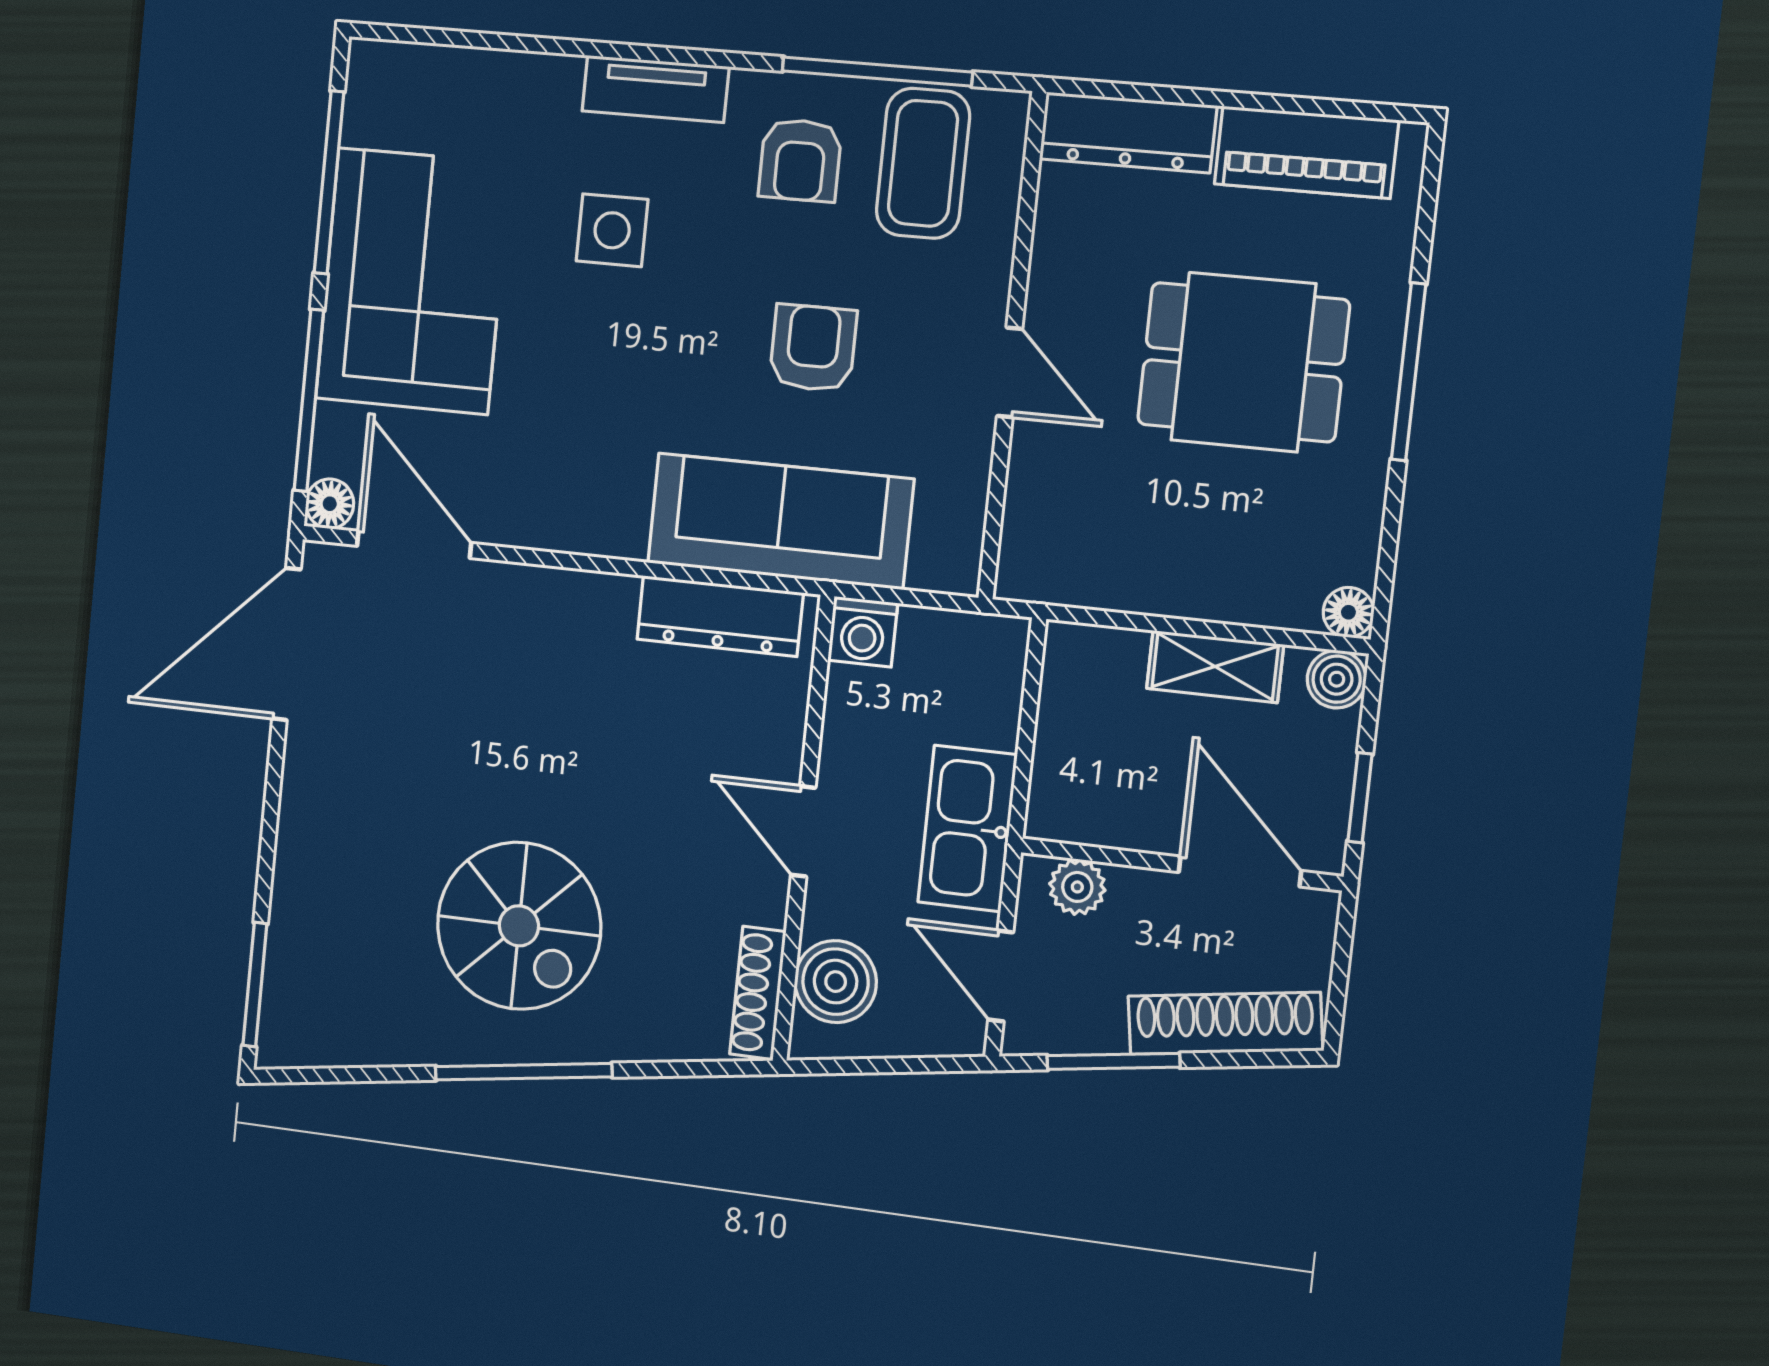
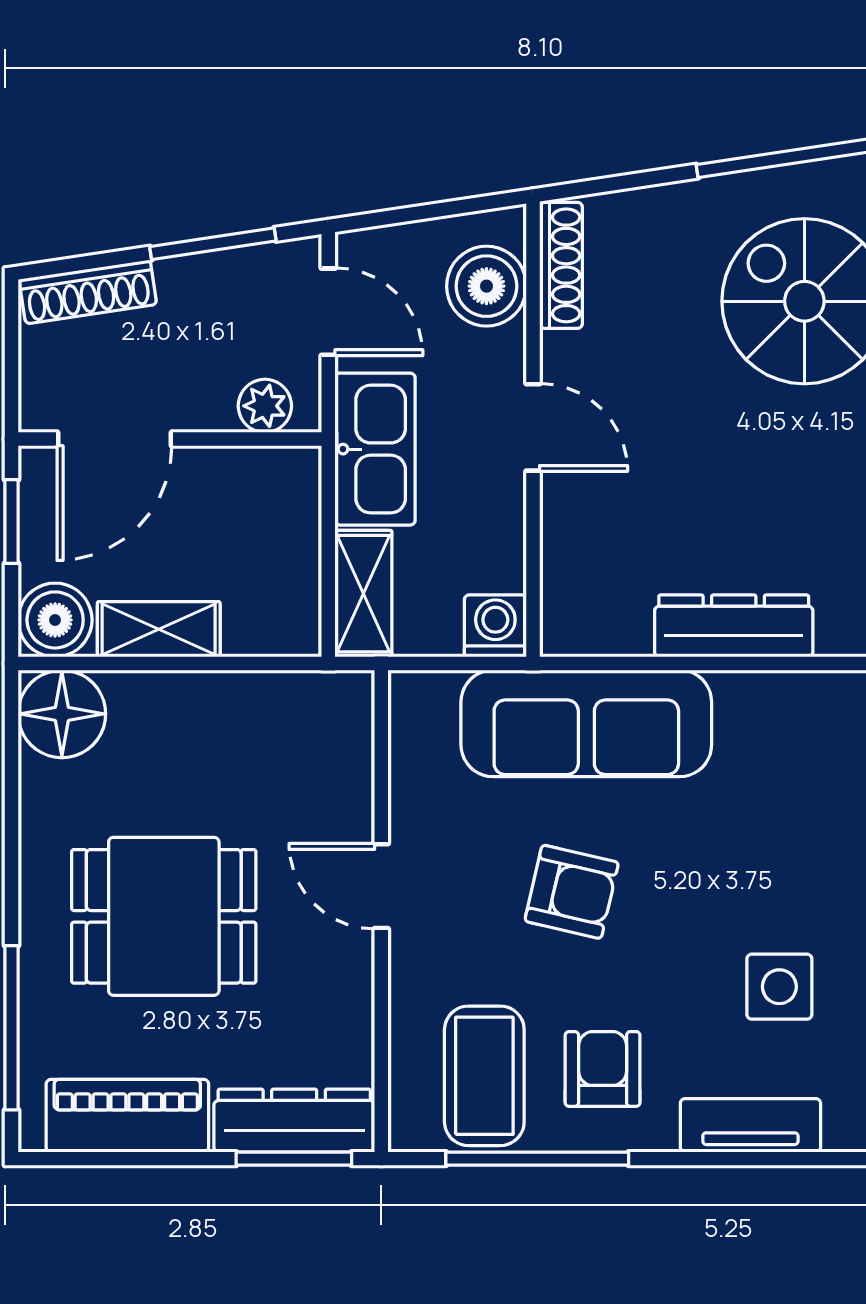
window: (1132, 92) -> (294, 1159), added
armchair: (813, 348) -> (572, 892), turned -77
window: (1409, 372) -> (11, 1028), moved
floor lamp: (1348, 612) -> (62, 714), width x1.89, depth x1.89
dresser: (720, 616) -> (734, 626), moved
boiler: (1337, 679) -> (55, 620), width x1.36, depth x1.36
shelving: (995, 680) -> (363, 594), added
door: (1240, 871) -> (114, 439), hinge flipped
shoe rack: (1225, 1023) -> (88, 292), width x0.74, depth x0.81

